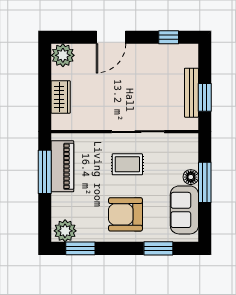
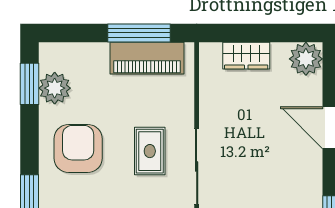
plant: (65, 231) -> (55, 88), moved

